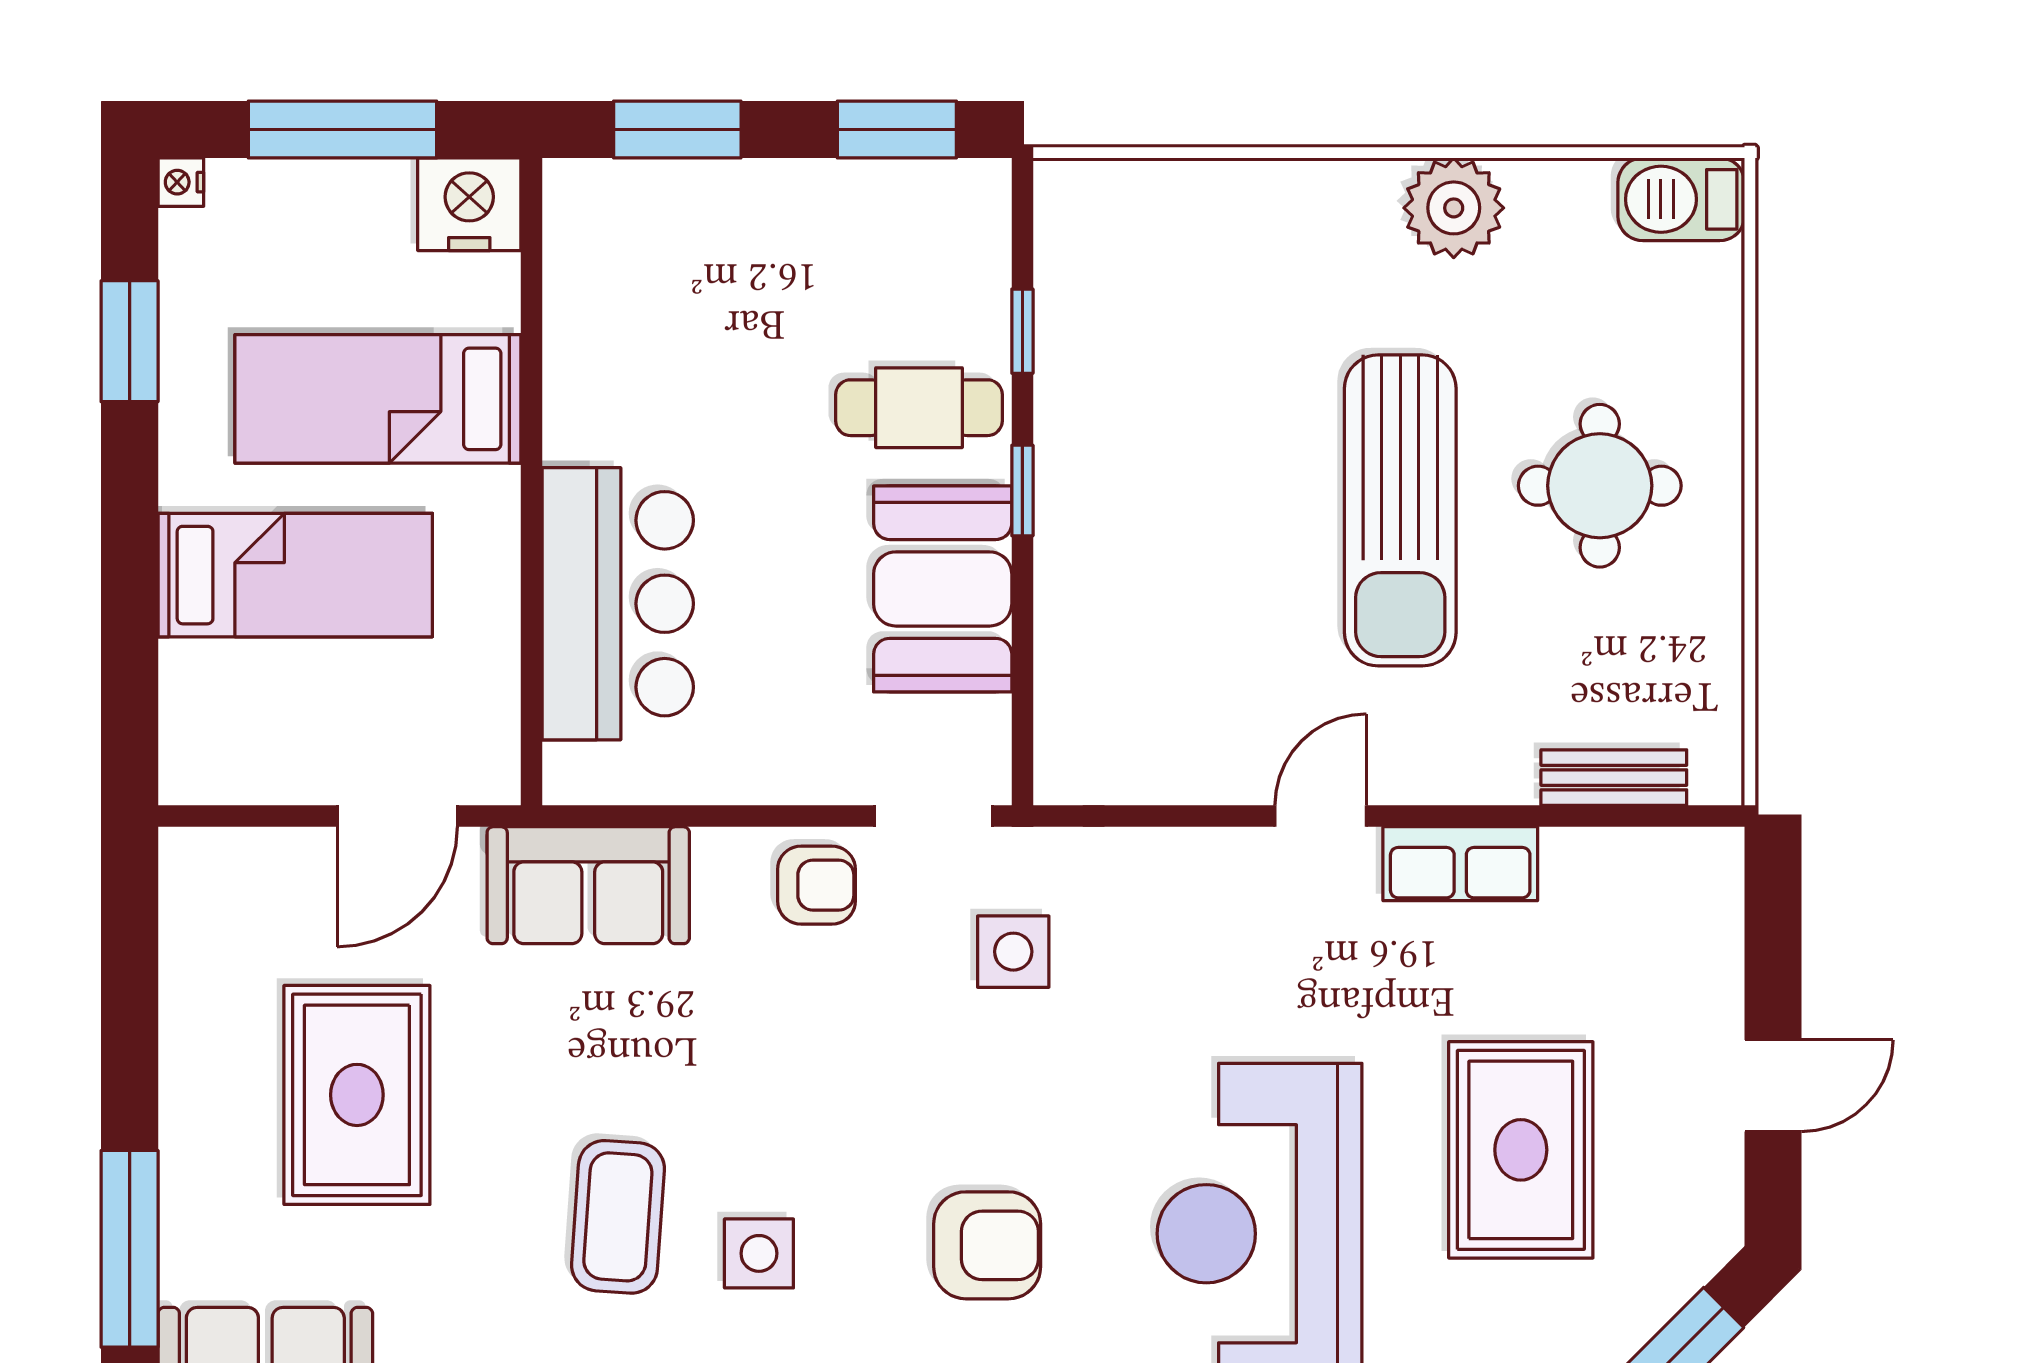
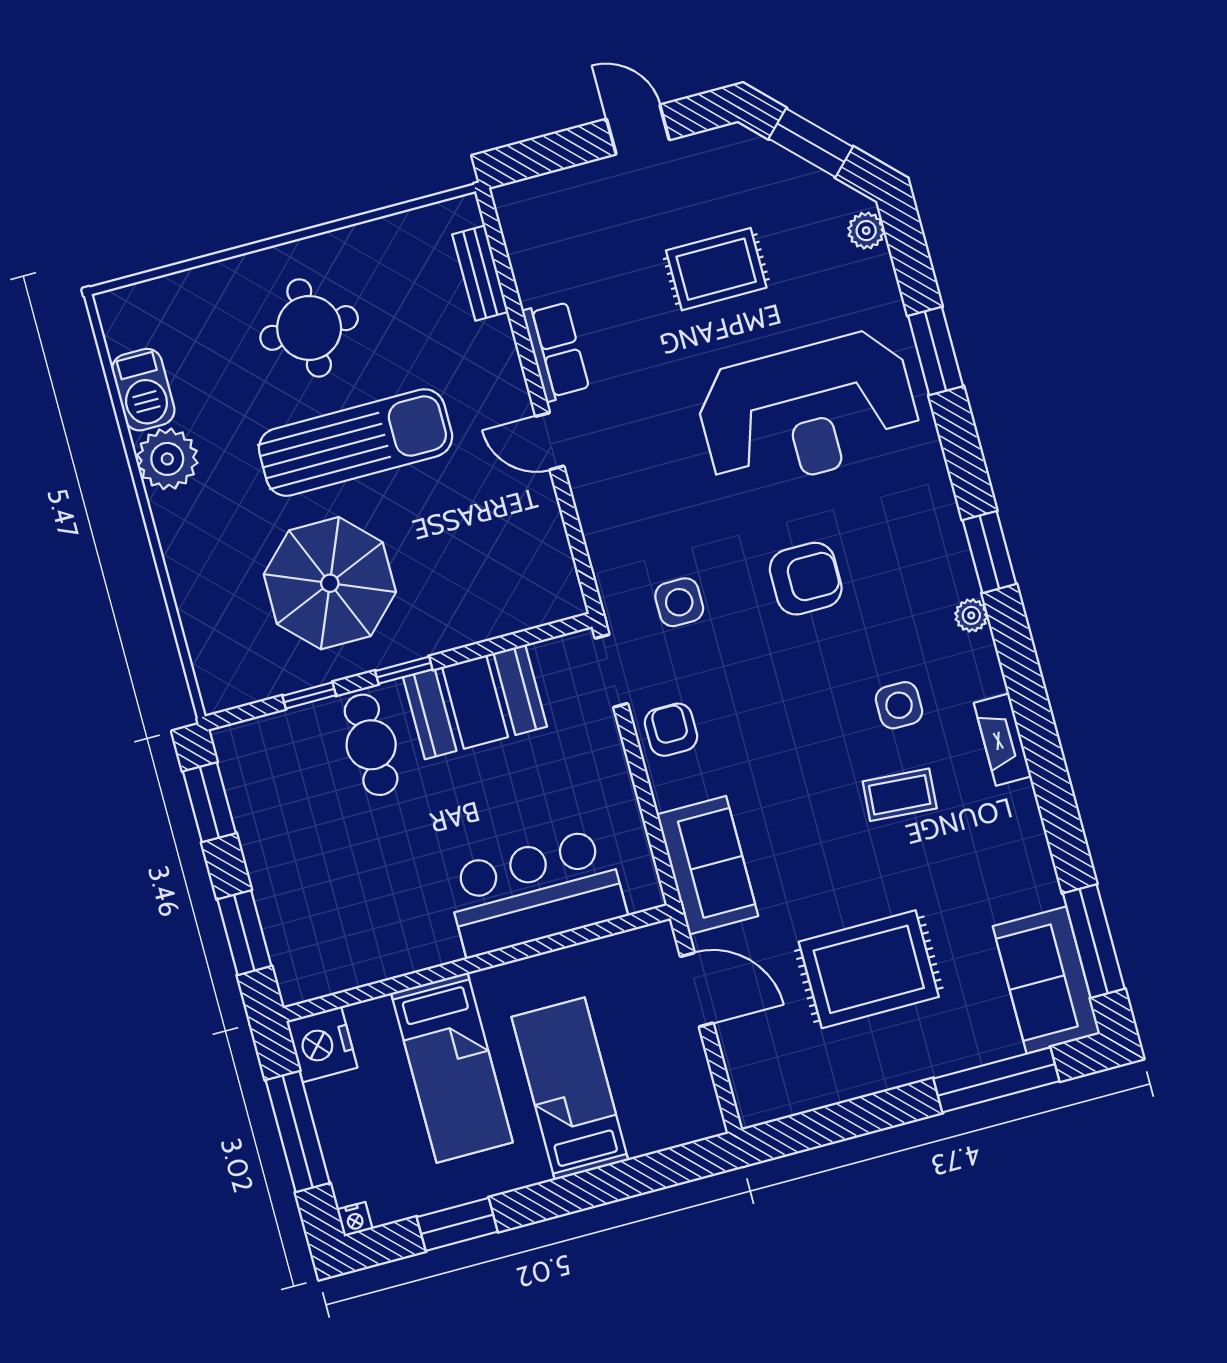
barbecue: (1681, 199) -> (143, 390), moved
parasol: (1190, 411) -> (330, 583), added
rug: (1521, 1150) -> (716, 269), width x0.73, depth x0.70
coffee table: (618, 1217) -> (900, 795), width x0.73, depth x0.77
armchair: (987, 1245) -> (806, 579), moved, turned 90

